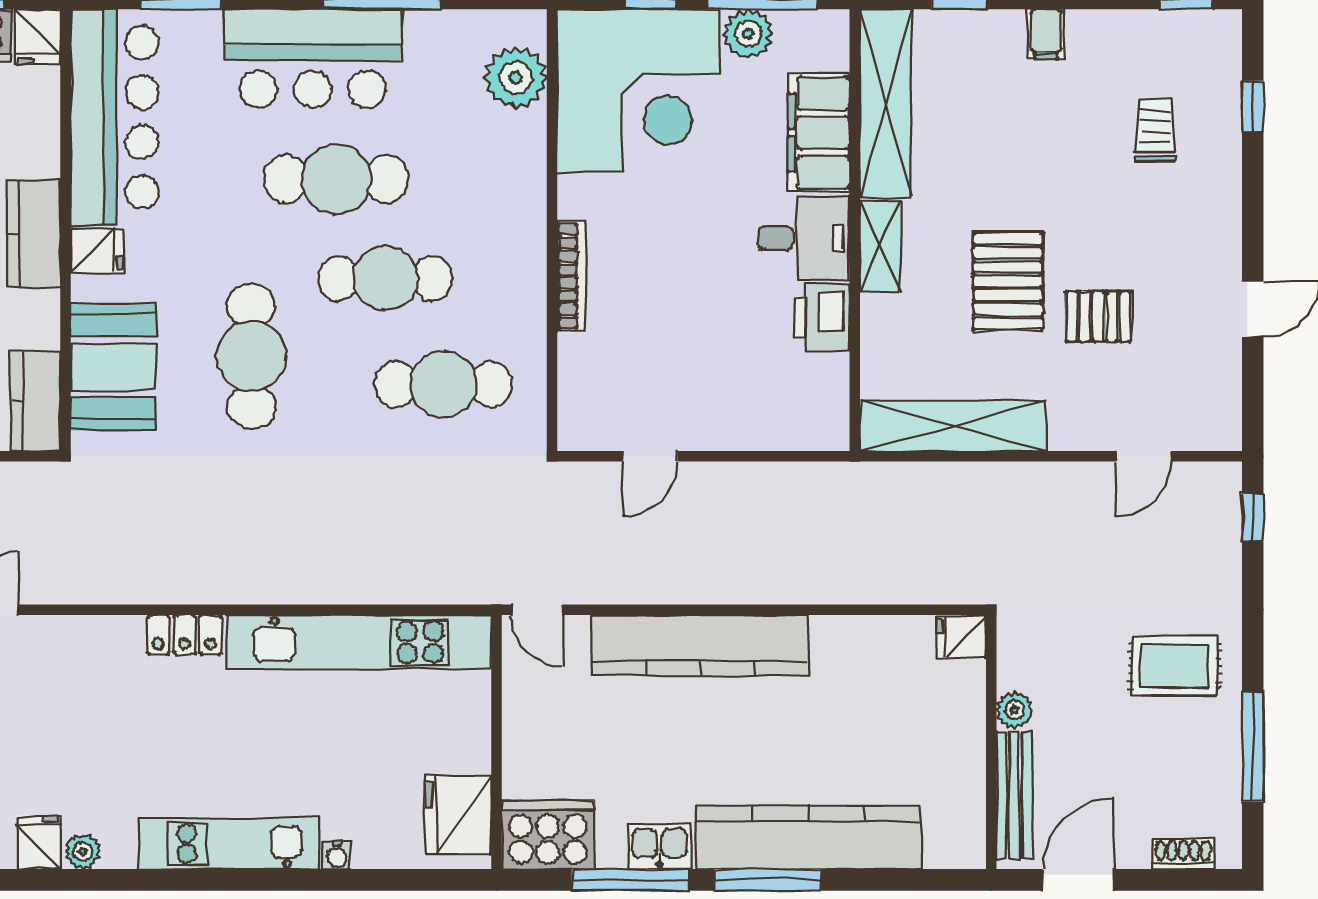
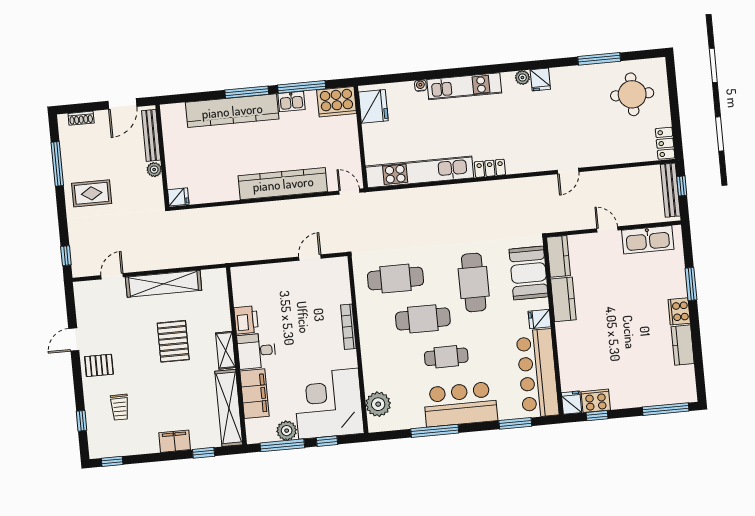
filing cabinet: (1046, 34) -> (175, 441), width x2.00
cafe table: (336, 179) -> (446, 357), width x0.73, depth x0.74
kitchen counter: (34, 233) -> (563, 299), moved
pallet: (1098, 316) -> (99, 365), moved
shelving: (953, 426) -> (164, 284), moved

